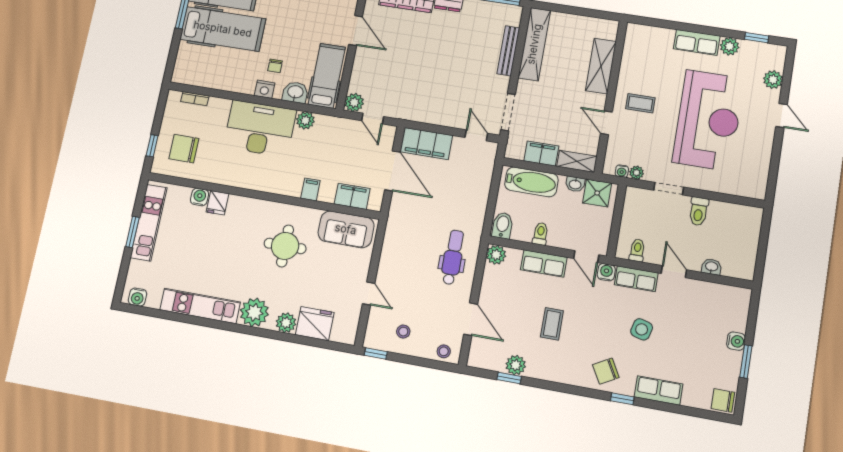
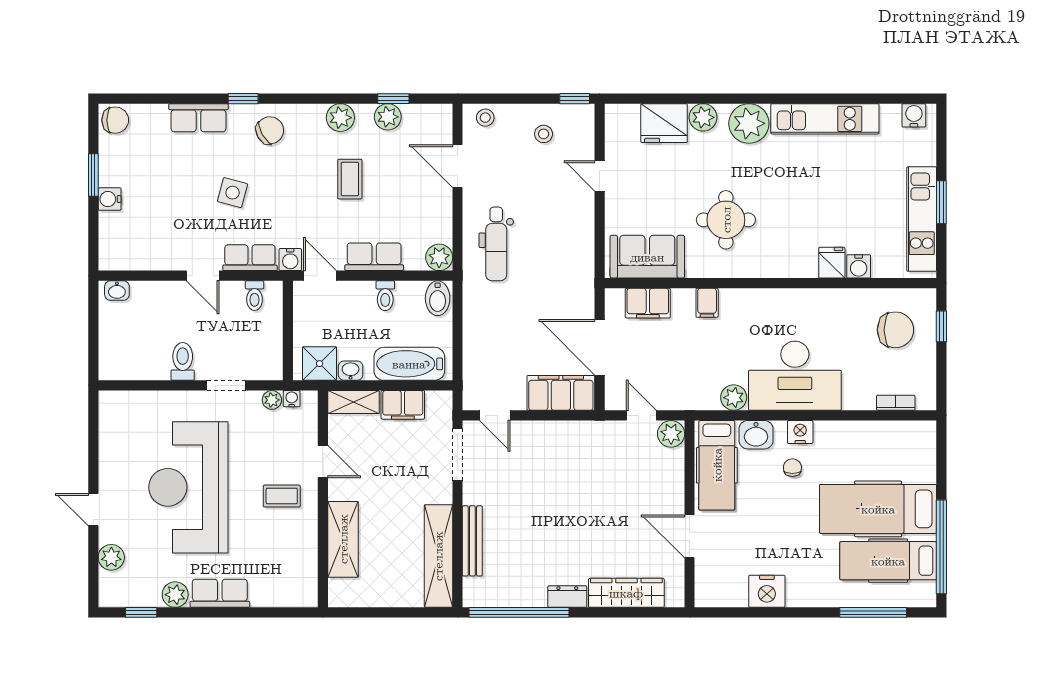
washbasin: (712, 267) -> (117, 291), moved
plant: (551, 371) -> (340, 118), added

